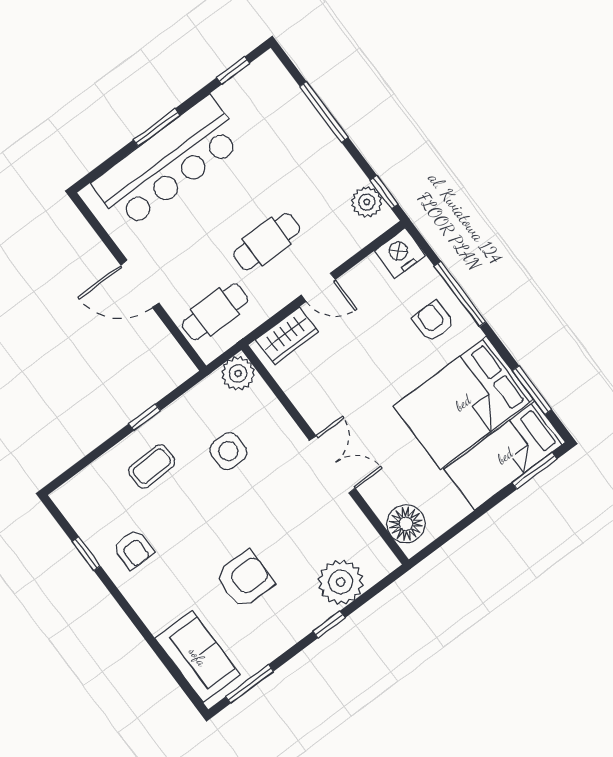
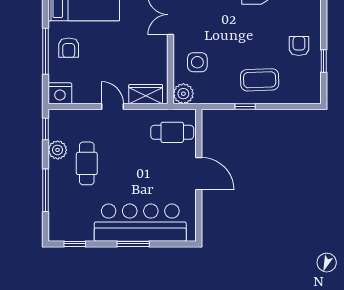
plant: (367, 202) -> (58, 150), moved
cafe table: (267, 242) -> (87, 163), moved, turned 90
side table: (228, 451) -> (197, 62), moved
coffee table: (152, 466) -> (260, 80), width x1.36, depth x1.30

